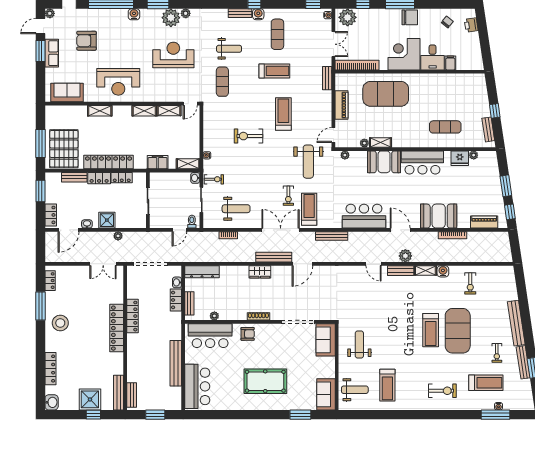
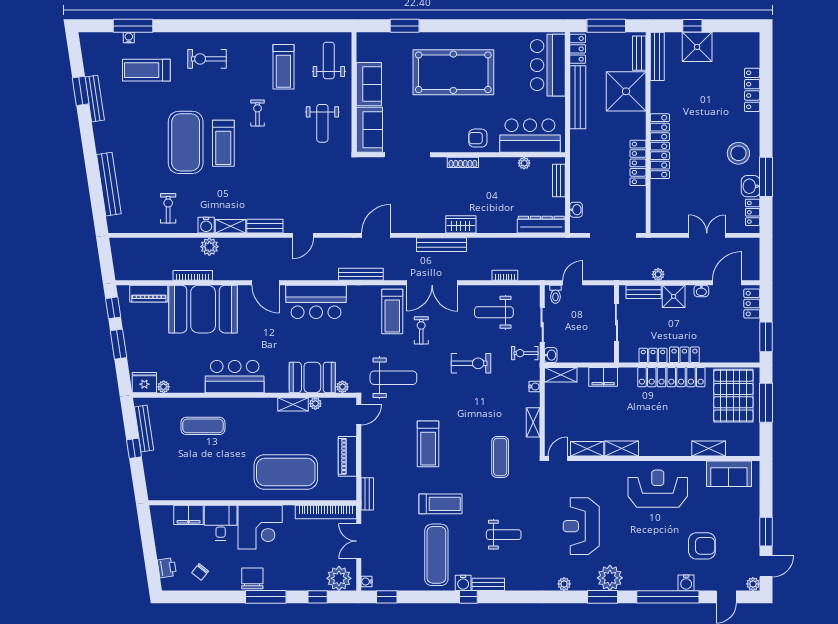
water cooler: (134, 14) -> (686, 583), moved
chair: (410, 17) -> (252, 578), turned 90
plant: (171, 18) -> (610, 578), moved
exercise mat: (277, 34) -> (436, 555), width x1.36, depth x1.45
weight bench: (229, 49) -> (504, 535), turned 180
row of seats: (52, 53) -> (750, 529), removed
reception desk: (173, 55) -> (581, 526), turned 90
filing cabinet: (450, 63) -> (188, 515), width x2.00
treadmill: (274, 71) -> (441, 504), turned 180
exercise mat: (222, 82) -> (500, 457), moved
shelving: (100, 111) -> (709, 448), moved
shelving: (208, 129) -> (533, 422), added
bench: (488, 129) -> (144, 429), width x1.36
exercise bike: (248, 136) -> (471, 363), moved
fridge: (460, 158) -> (144, 383), moved
weight bench: (308, 162) -> (393, 378), turned 90
booth: (384, 162) -> (312, 377), moved
bench: (74, 177) -> (644, 292), moved
booth: (439, 216) -> (203, 309), width x1.36, depth x1.42
plant: (405, 256) -> (209, 247), moved
double door: (103, 264) -> (707, 235), moved
door: (302, 264) -> (376, 235), moved
door: (373, 264) -> (303, 235), swing flipped
locker: (176, 300) -> (578, 49), moved
bench: (516, 323) -> (109, 184), moved
treadmill: (431, 330) -> (223, 143), turned 180
exercise bike: (497, 353) -> (258, 113), moved
shower: (141, 368) -> (626, 91), added
pool table: (265, 381) -> (453, 72), width x1.36, depth x1.32
treadmill: (387, 385) -> (283, 67), turned 180
weight bench: (355, 390) -> (329, 60), turned 90
sofa: (326, 394) -> (369, 84), moved
washbasin: (52, 402) -> (751, 186), moved
window: (155, 415) -> (606, 26), width x1.44

